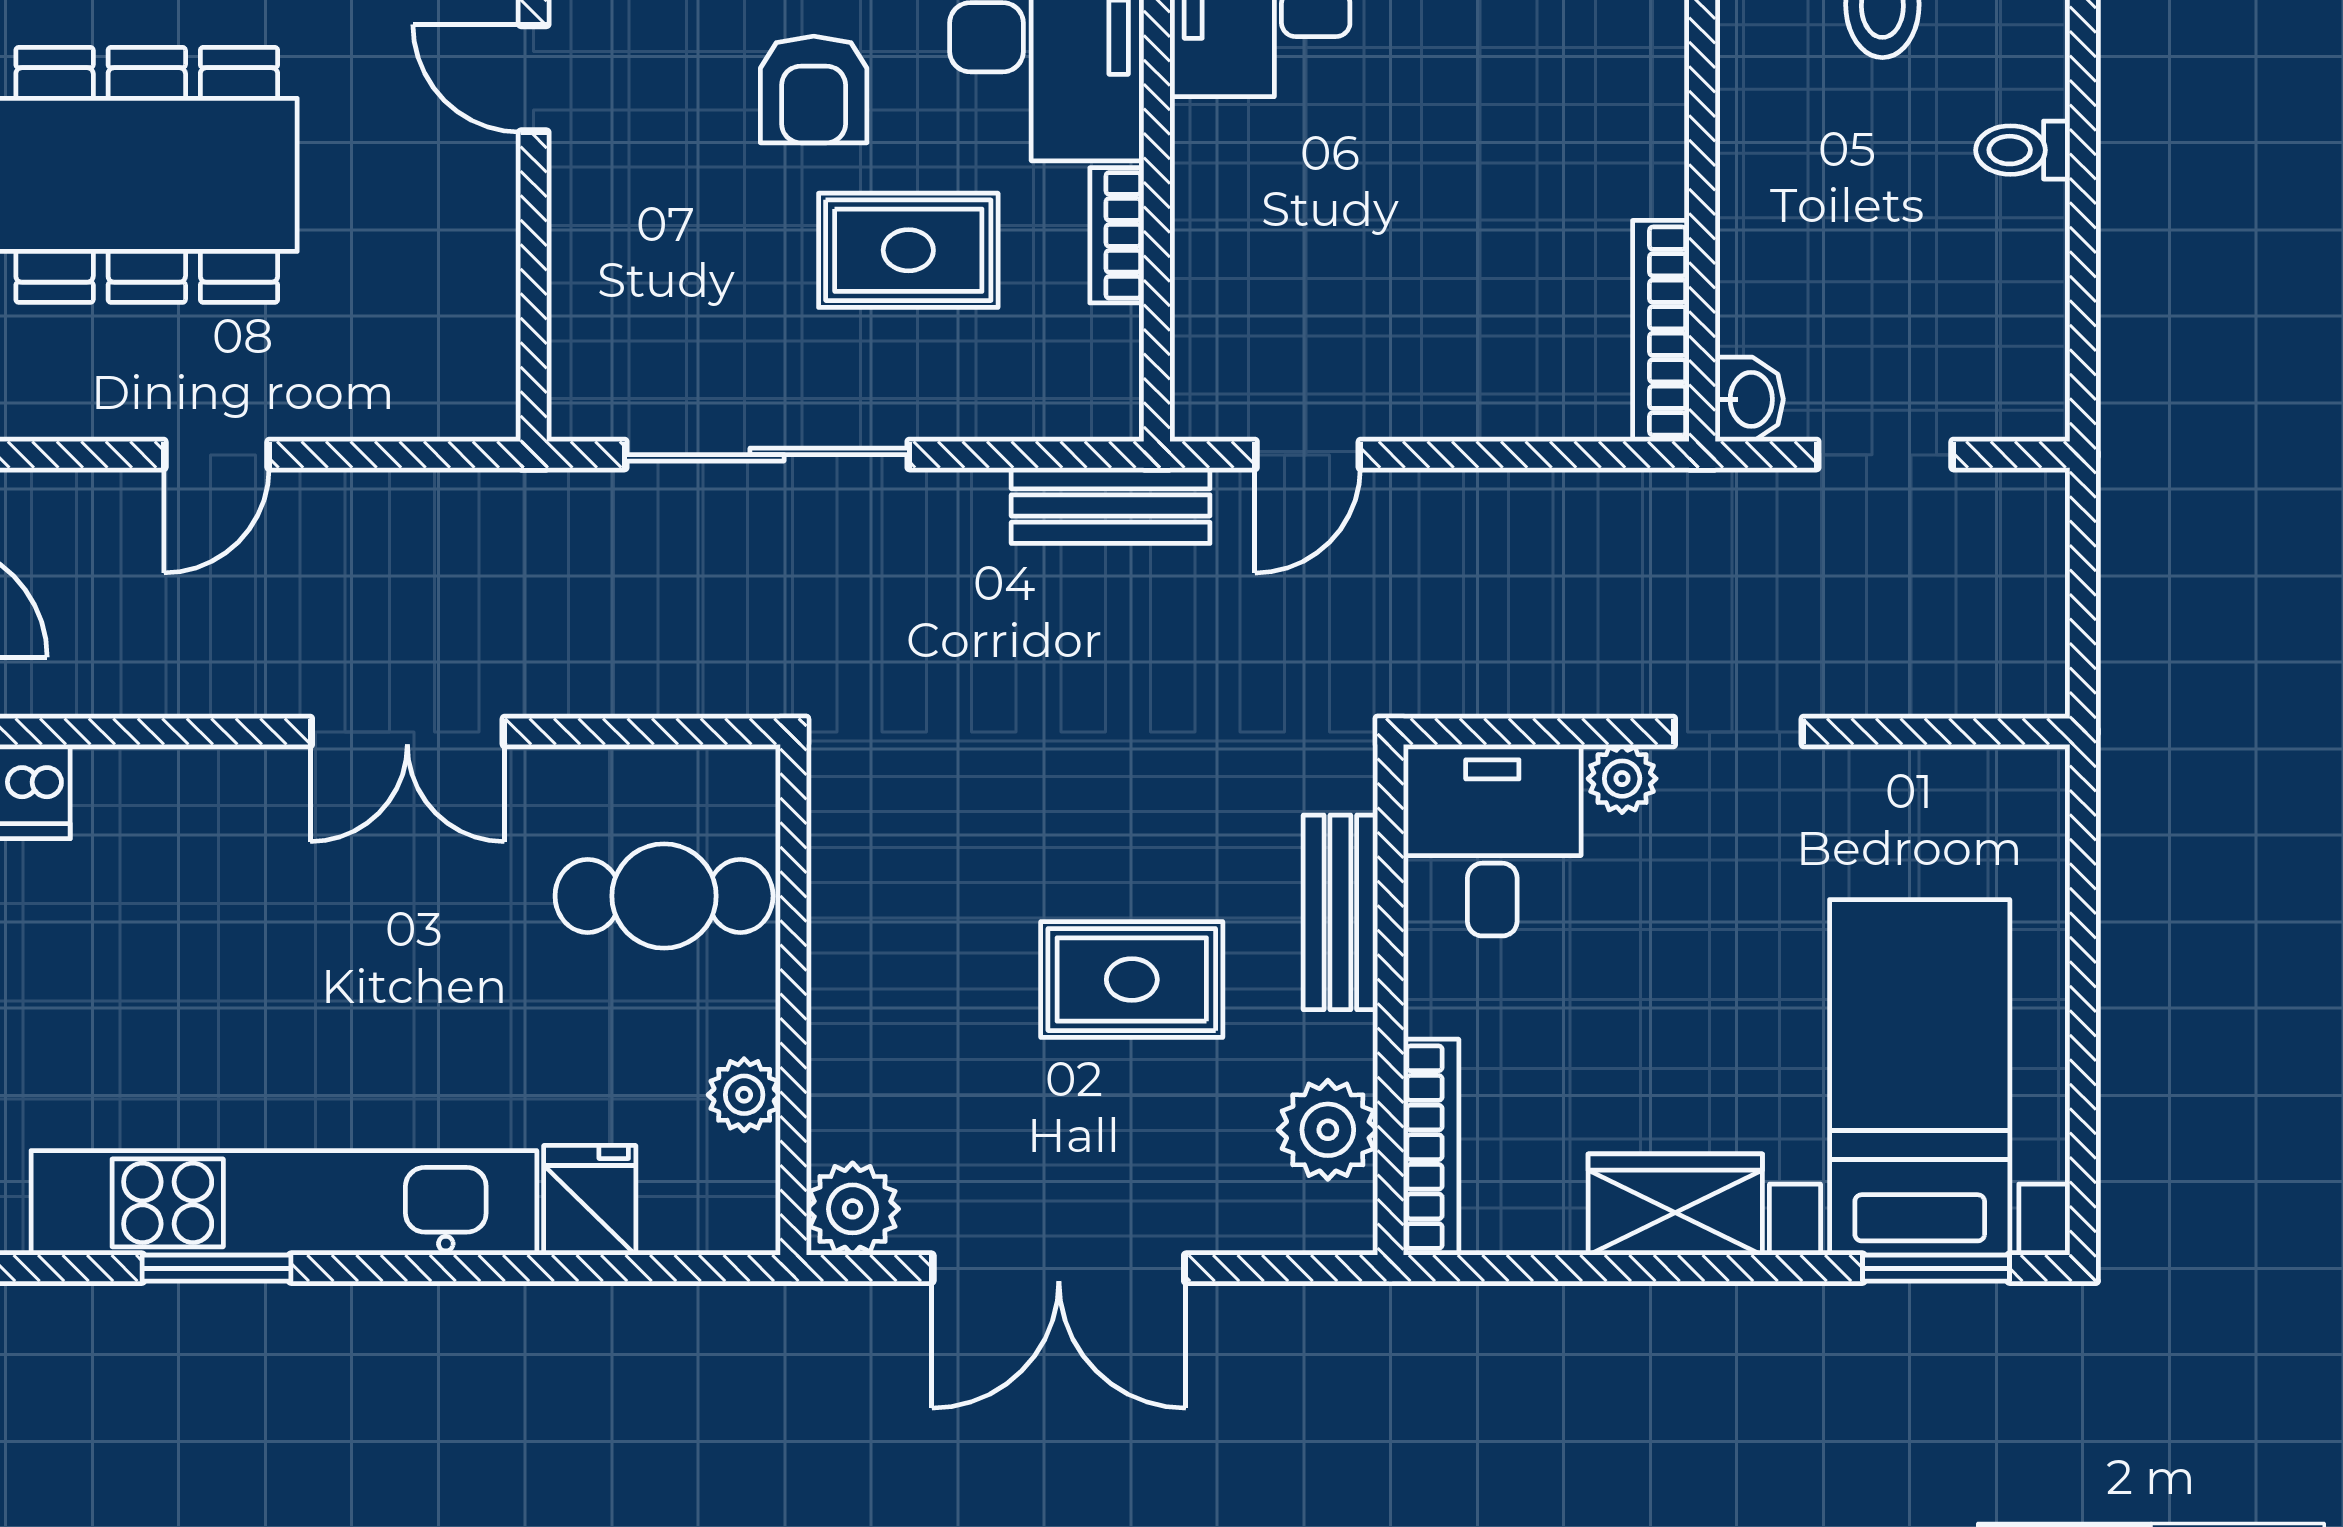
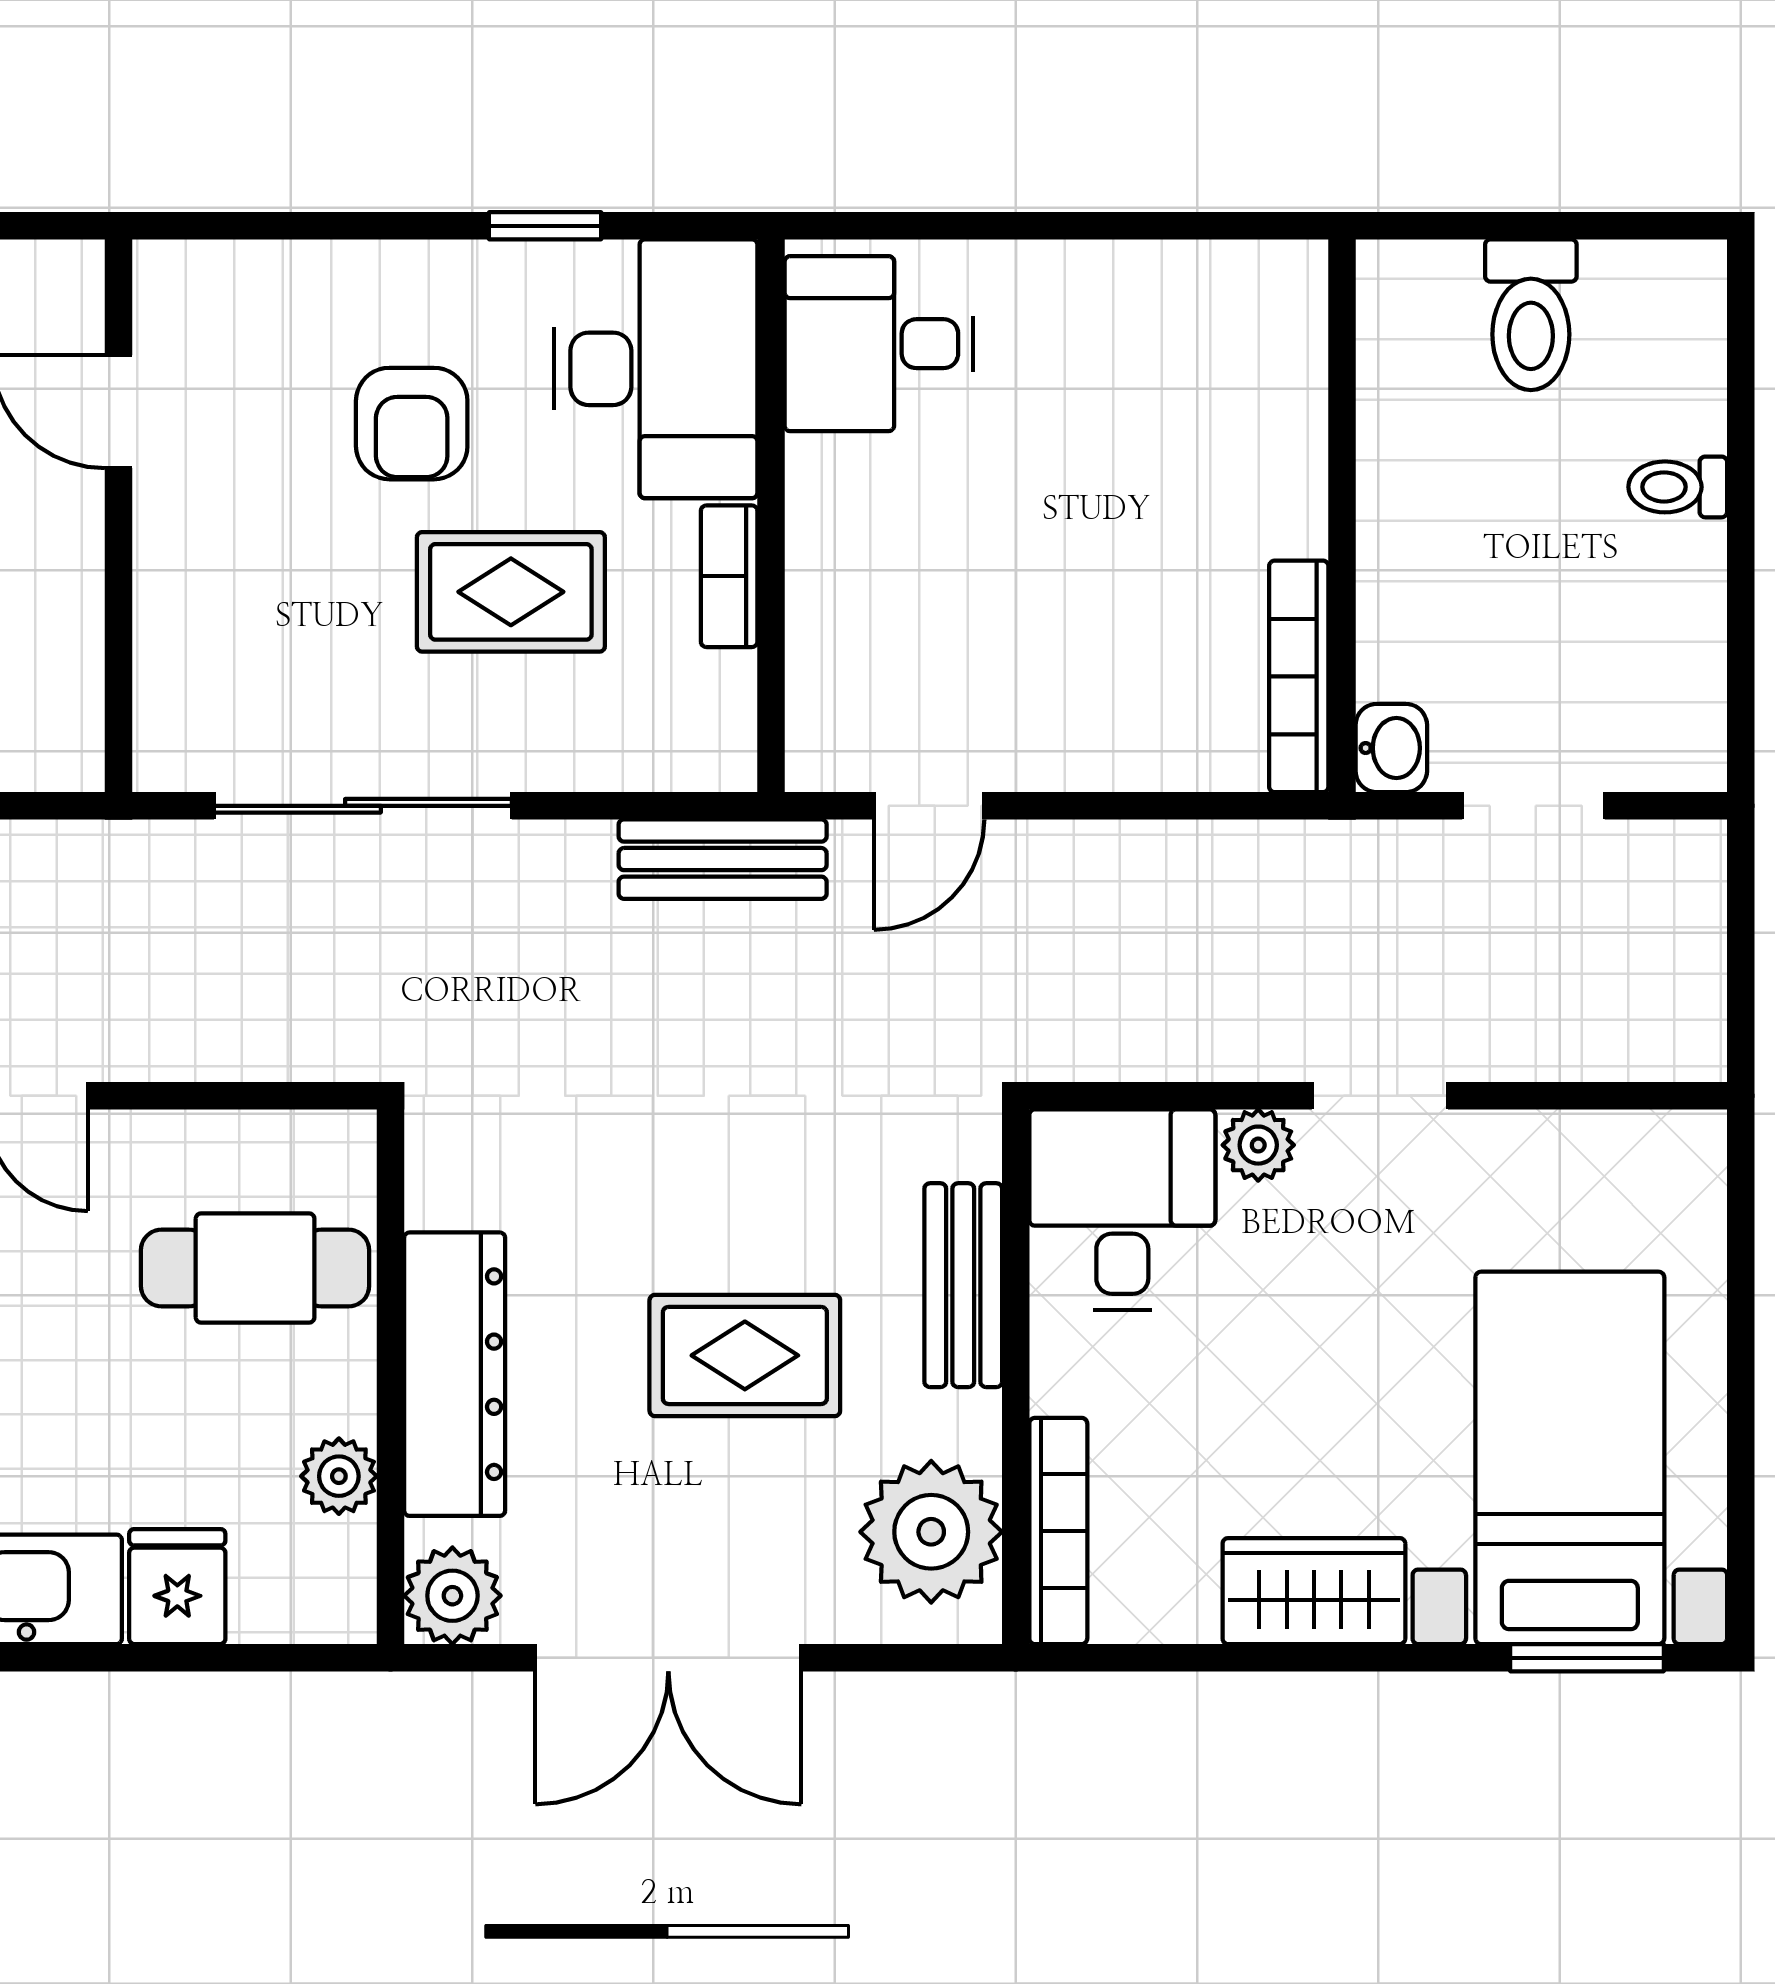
dresser: (855, 997) -> (455, 1374), added
plant: (1328, 1130) -> (931, 1532), width x1.36, depth x1.36

